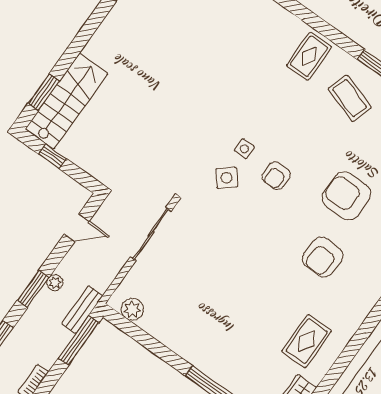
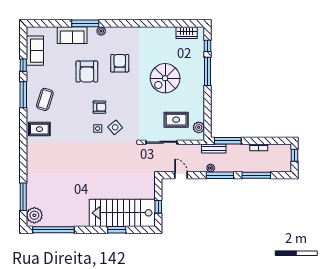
window: (44, 92) -> (117, 230), moved
stairs: (66, 101) -> (122, 213), width x1.36, depth x1.51
armchair: (323, 257) -> (120, 63), turned -93
window: (33, 289) -> (220, 175), width x1.44
spiral stairs: (248, 312) -> (165, 78), added
rug: (307, 341) -> (176, 120), moved

